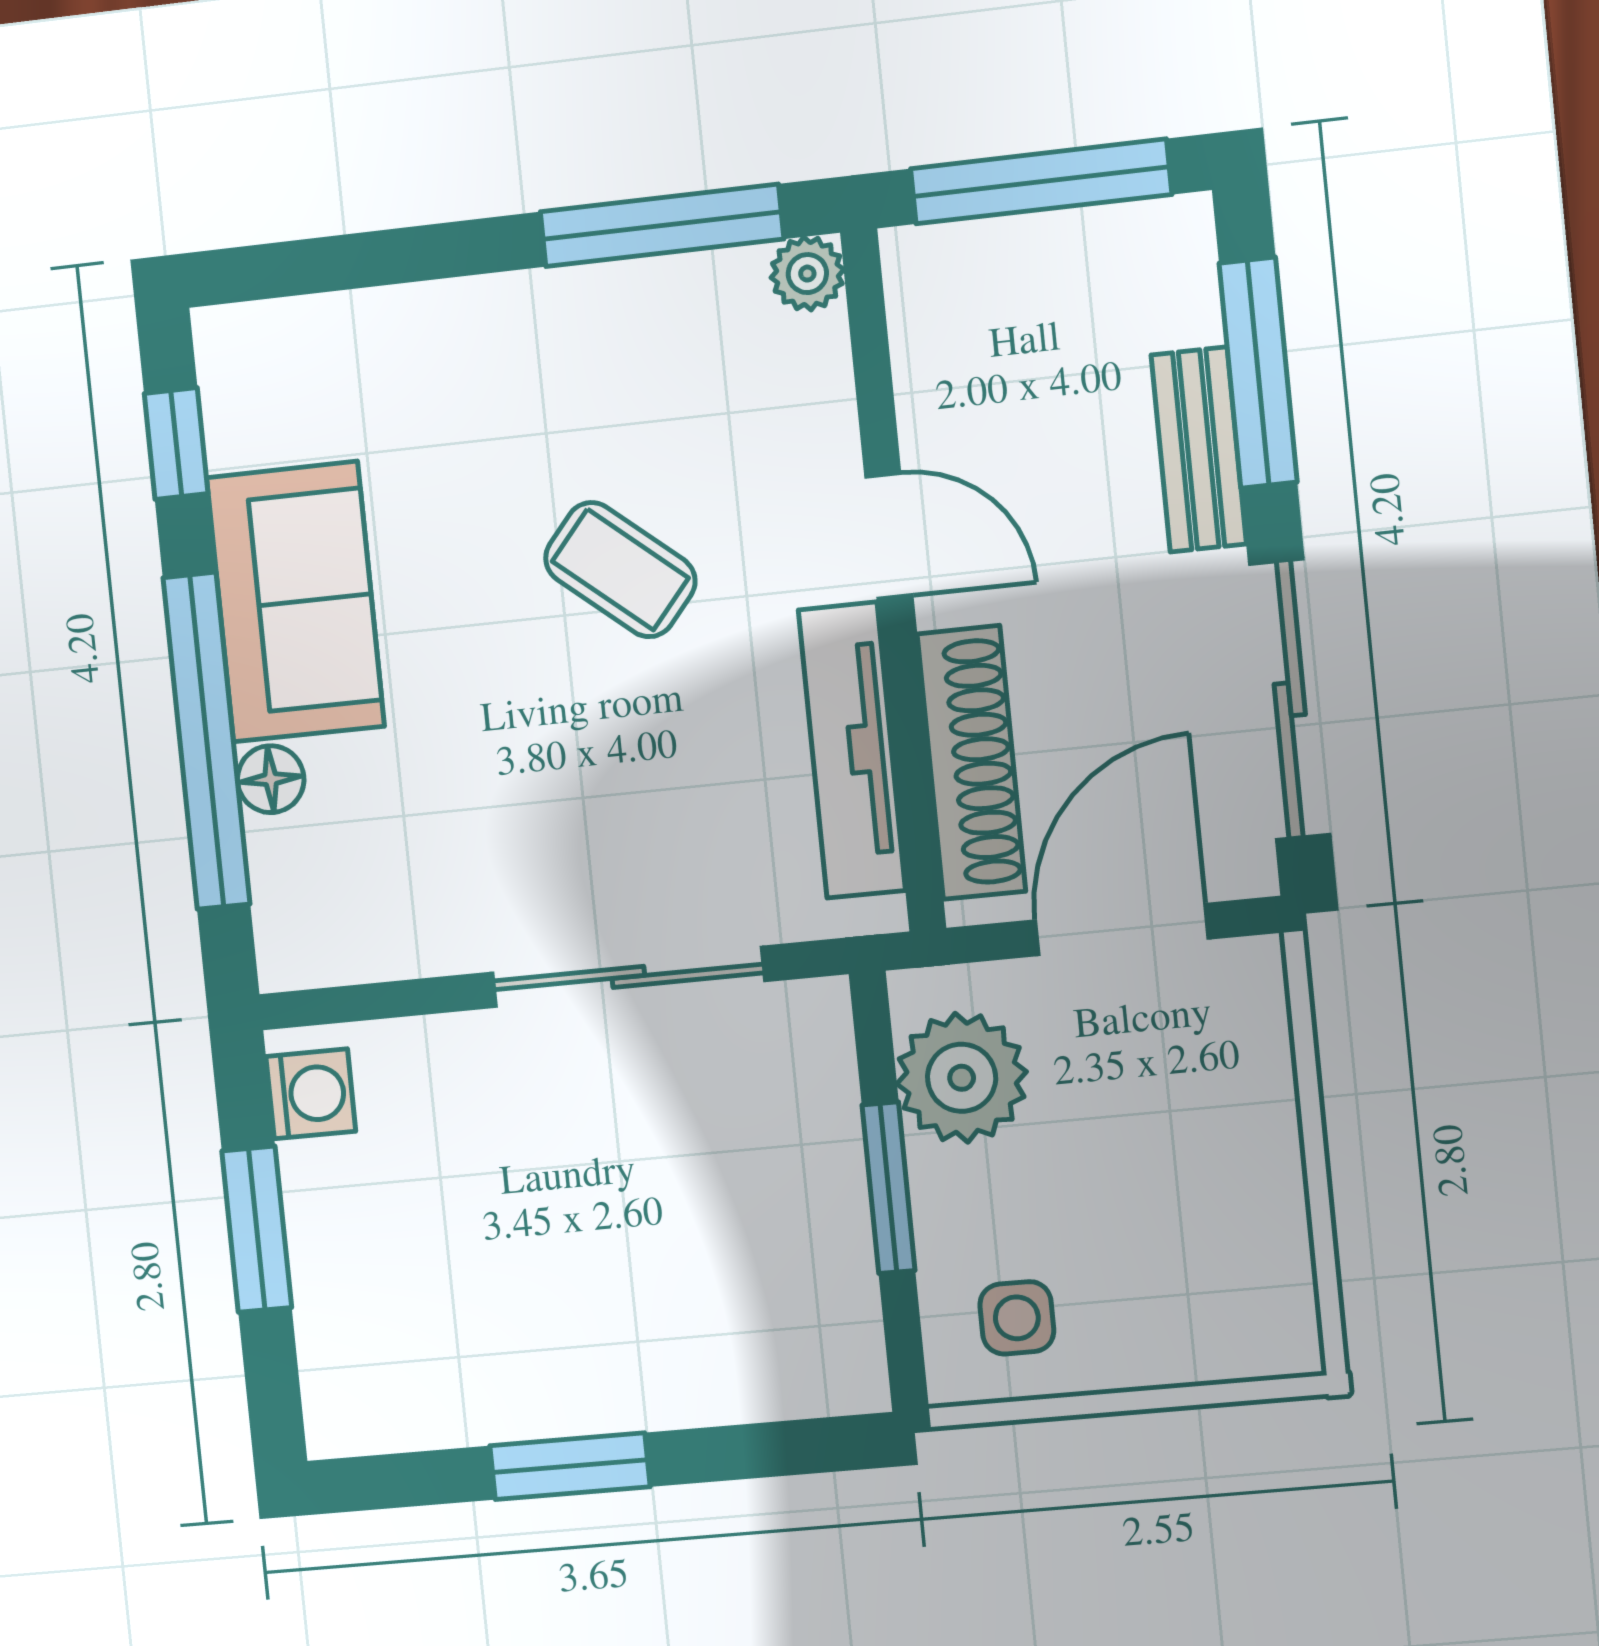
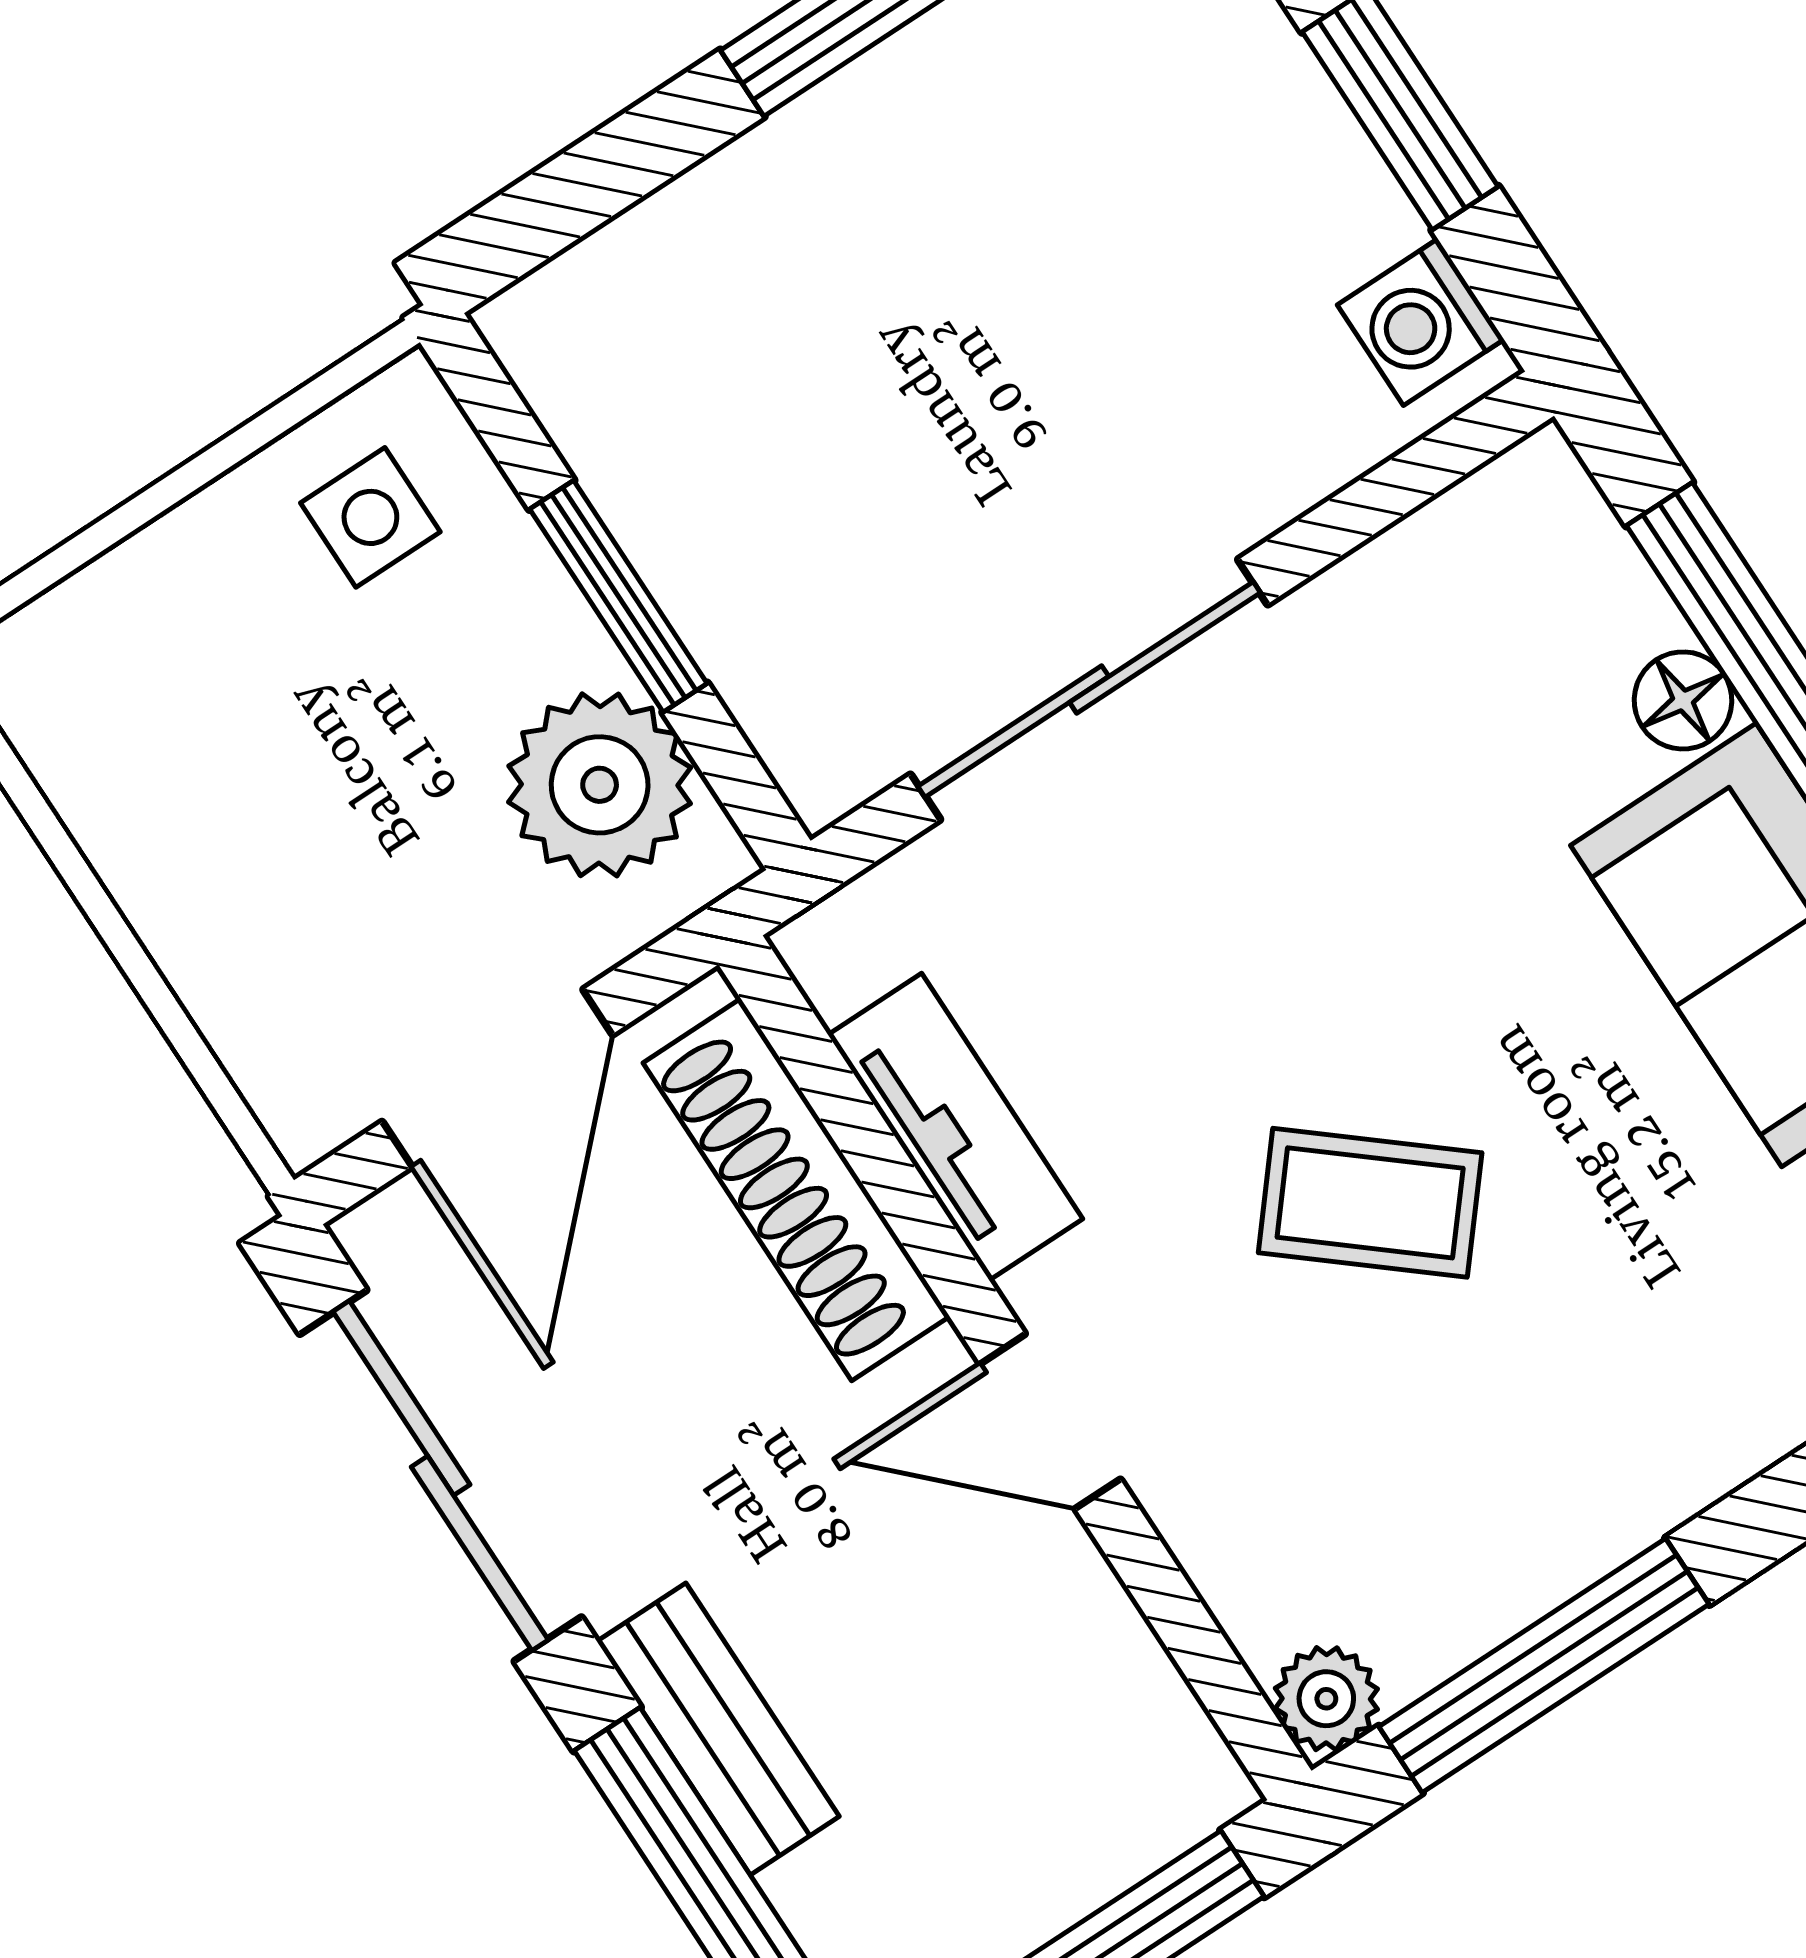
tv unit: (852, 750) -> (955, 1127), width x0.71

